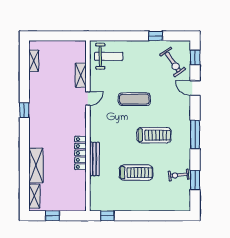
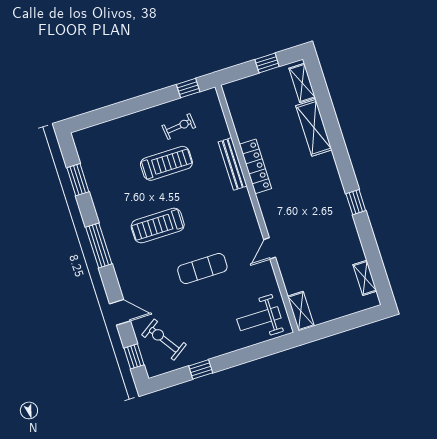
shelving: (81, 75) -> (301, 311), moved
treadmill: (136, 173) -> (166, 163), turned 180
exercise bike: (179, 175) -> (179, 126), moved

